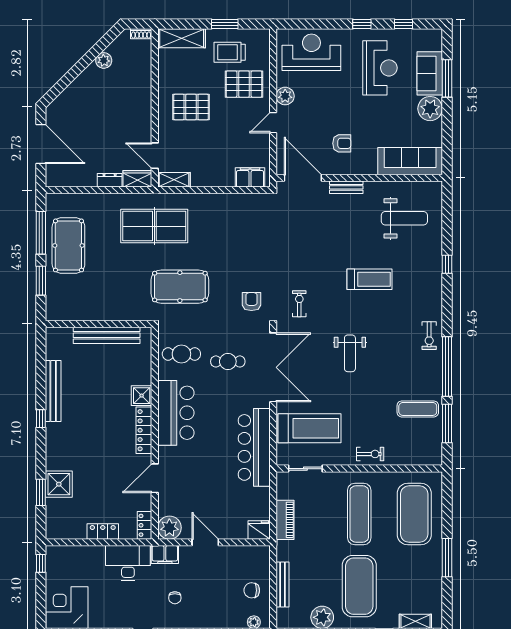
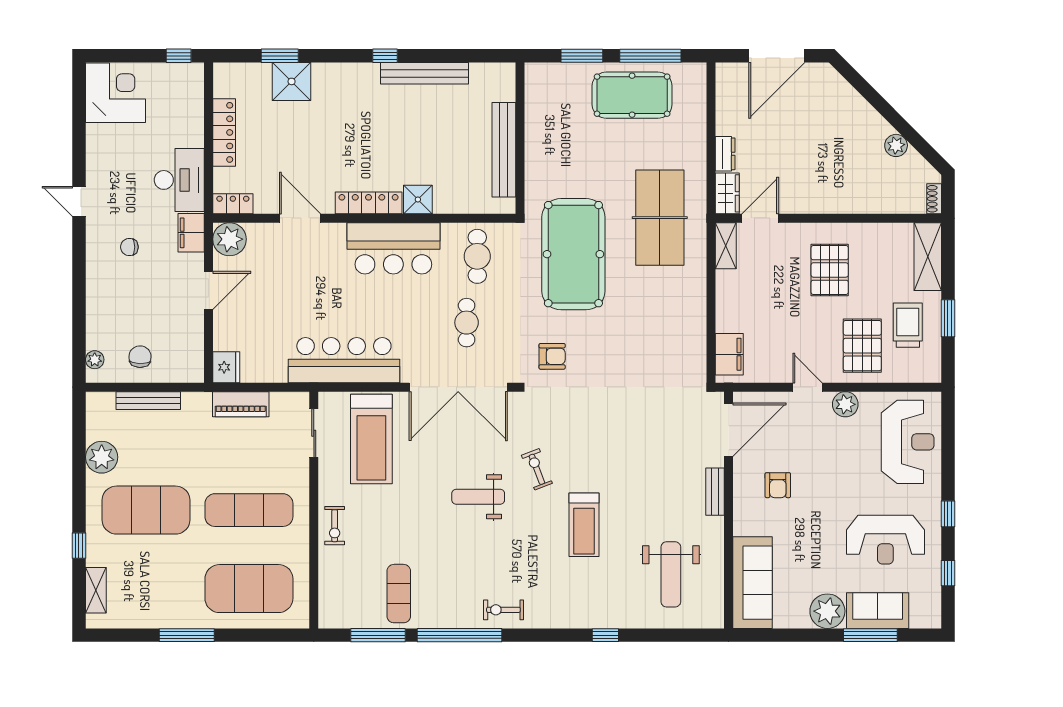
pool table: (180, 287) -> (573, 254), width x1.36, depth x1.32
exercise bike: (299, 304) -> (537, 469), moved, turned -111
locker: (103, 531) -> (224, 132), width x1.53

